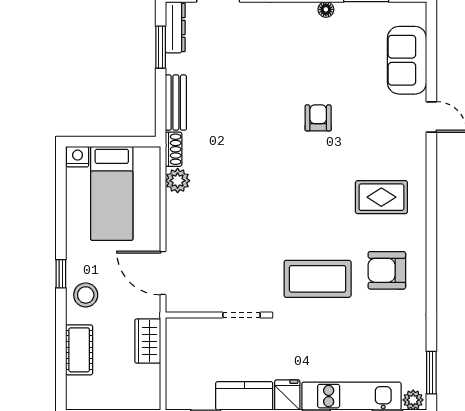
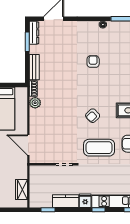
armchair: (318, 118) -> (93, 62), moved
armchair: (303, 209) -> (93, 116), added
wardrobe: (148, 341) -> (21, 190), moved

